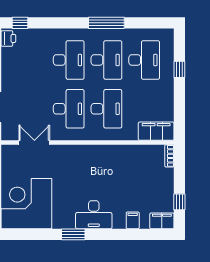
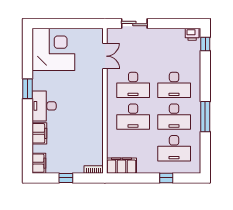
filing cabinet: (156, 131) -> (121, 166), moved, turned -90
window: (179, 202) -> (66, 178), moved
filing cabinet: (133, 220) -> (39, 133), width x2.00

